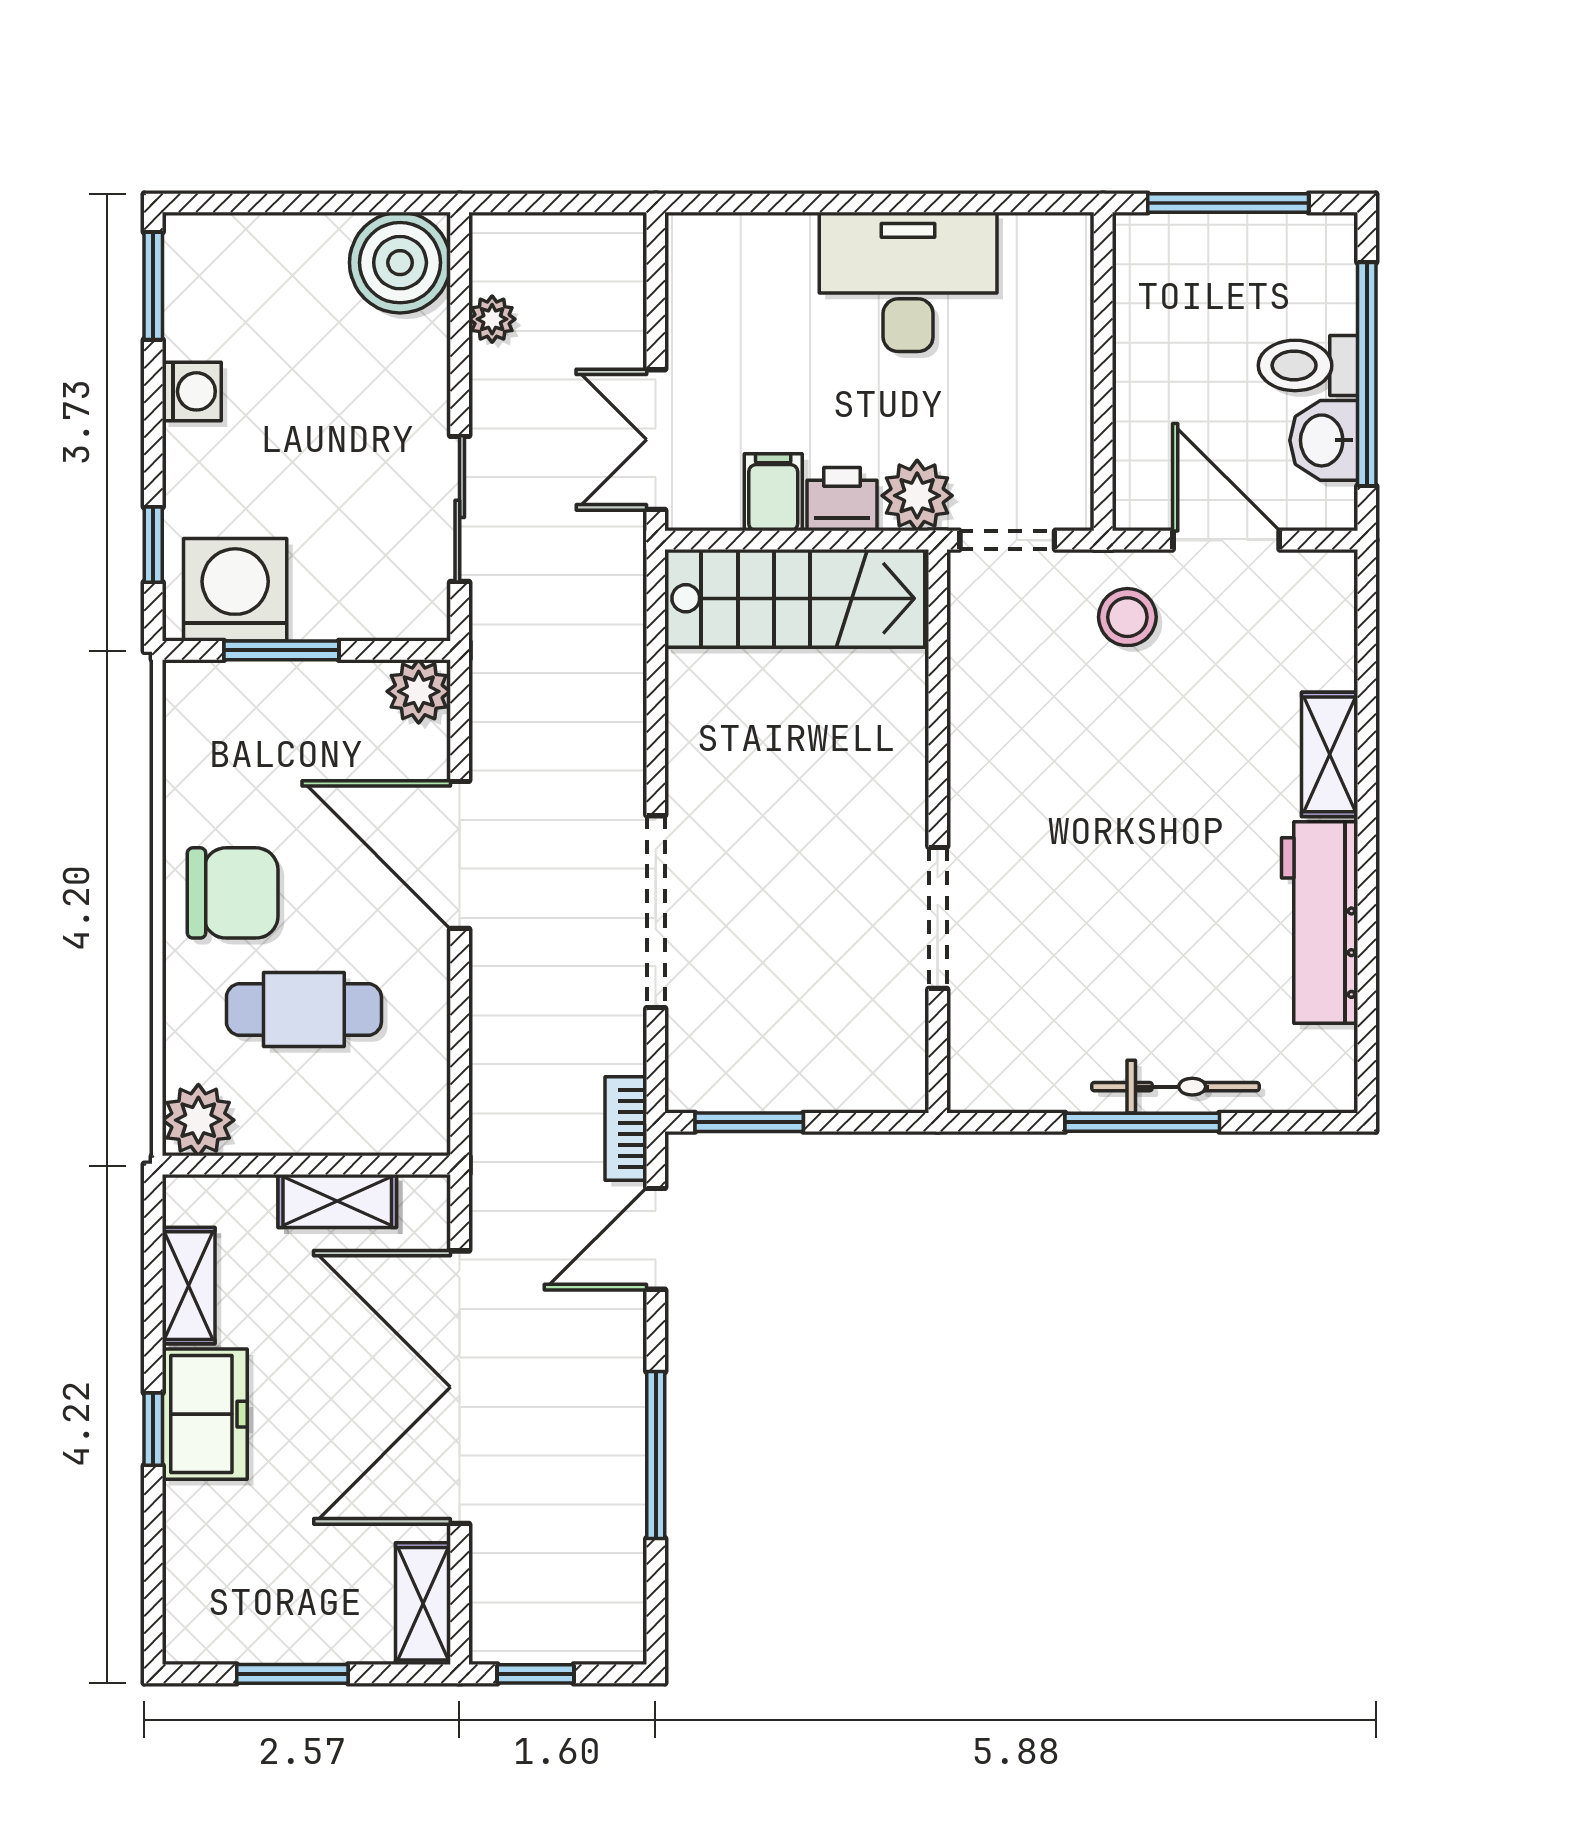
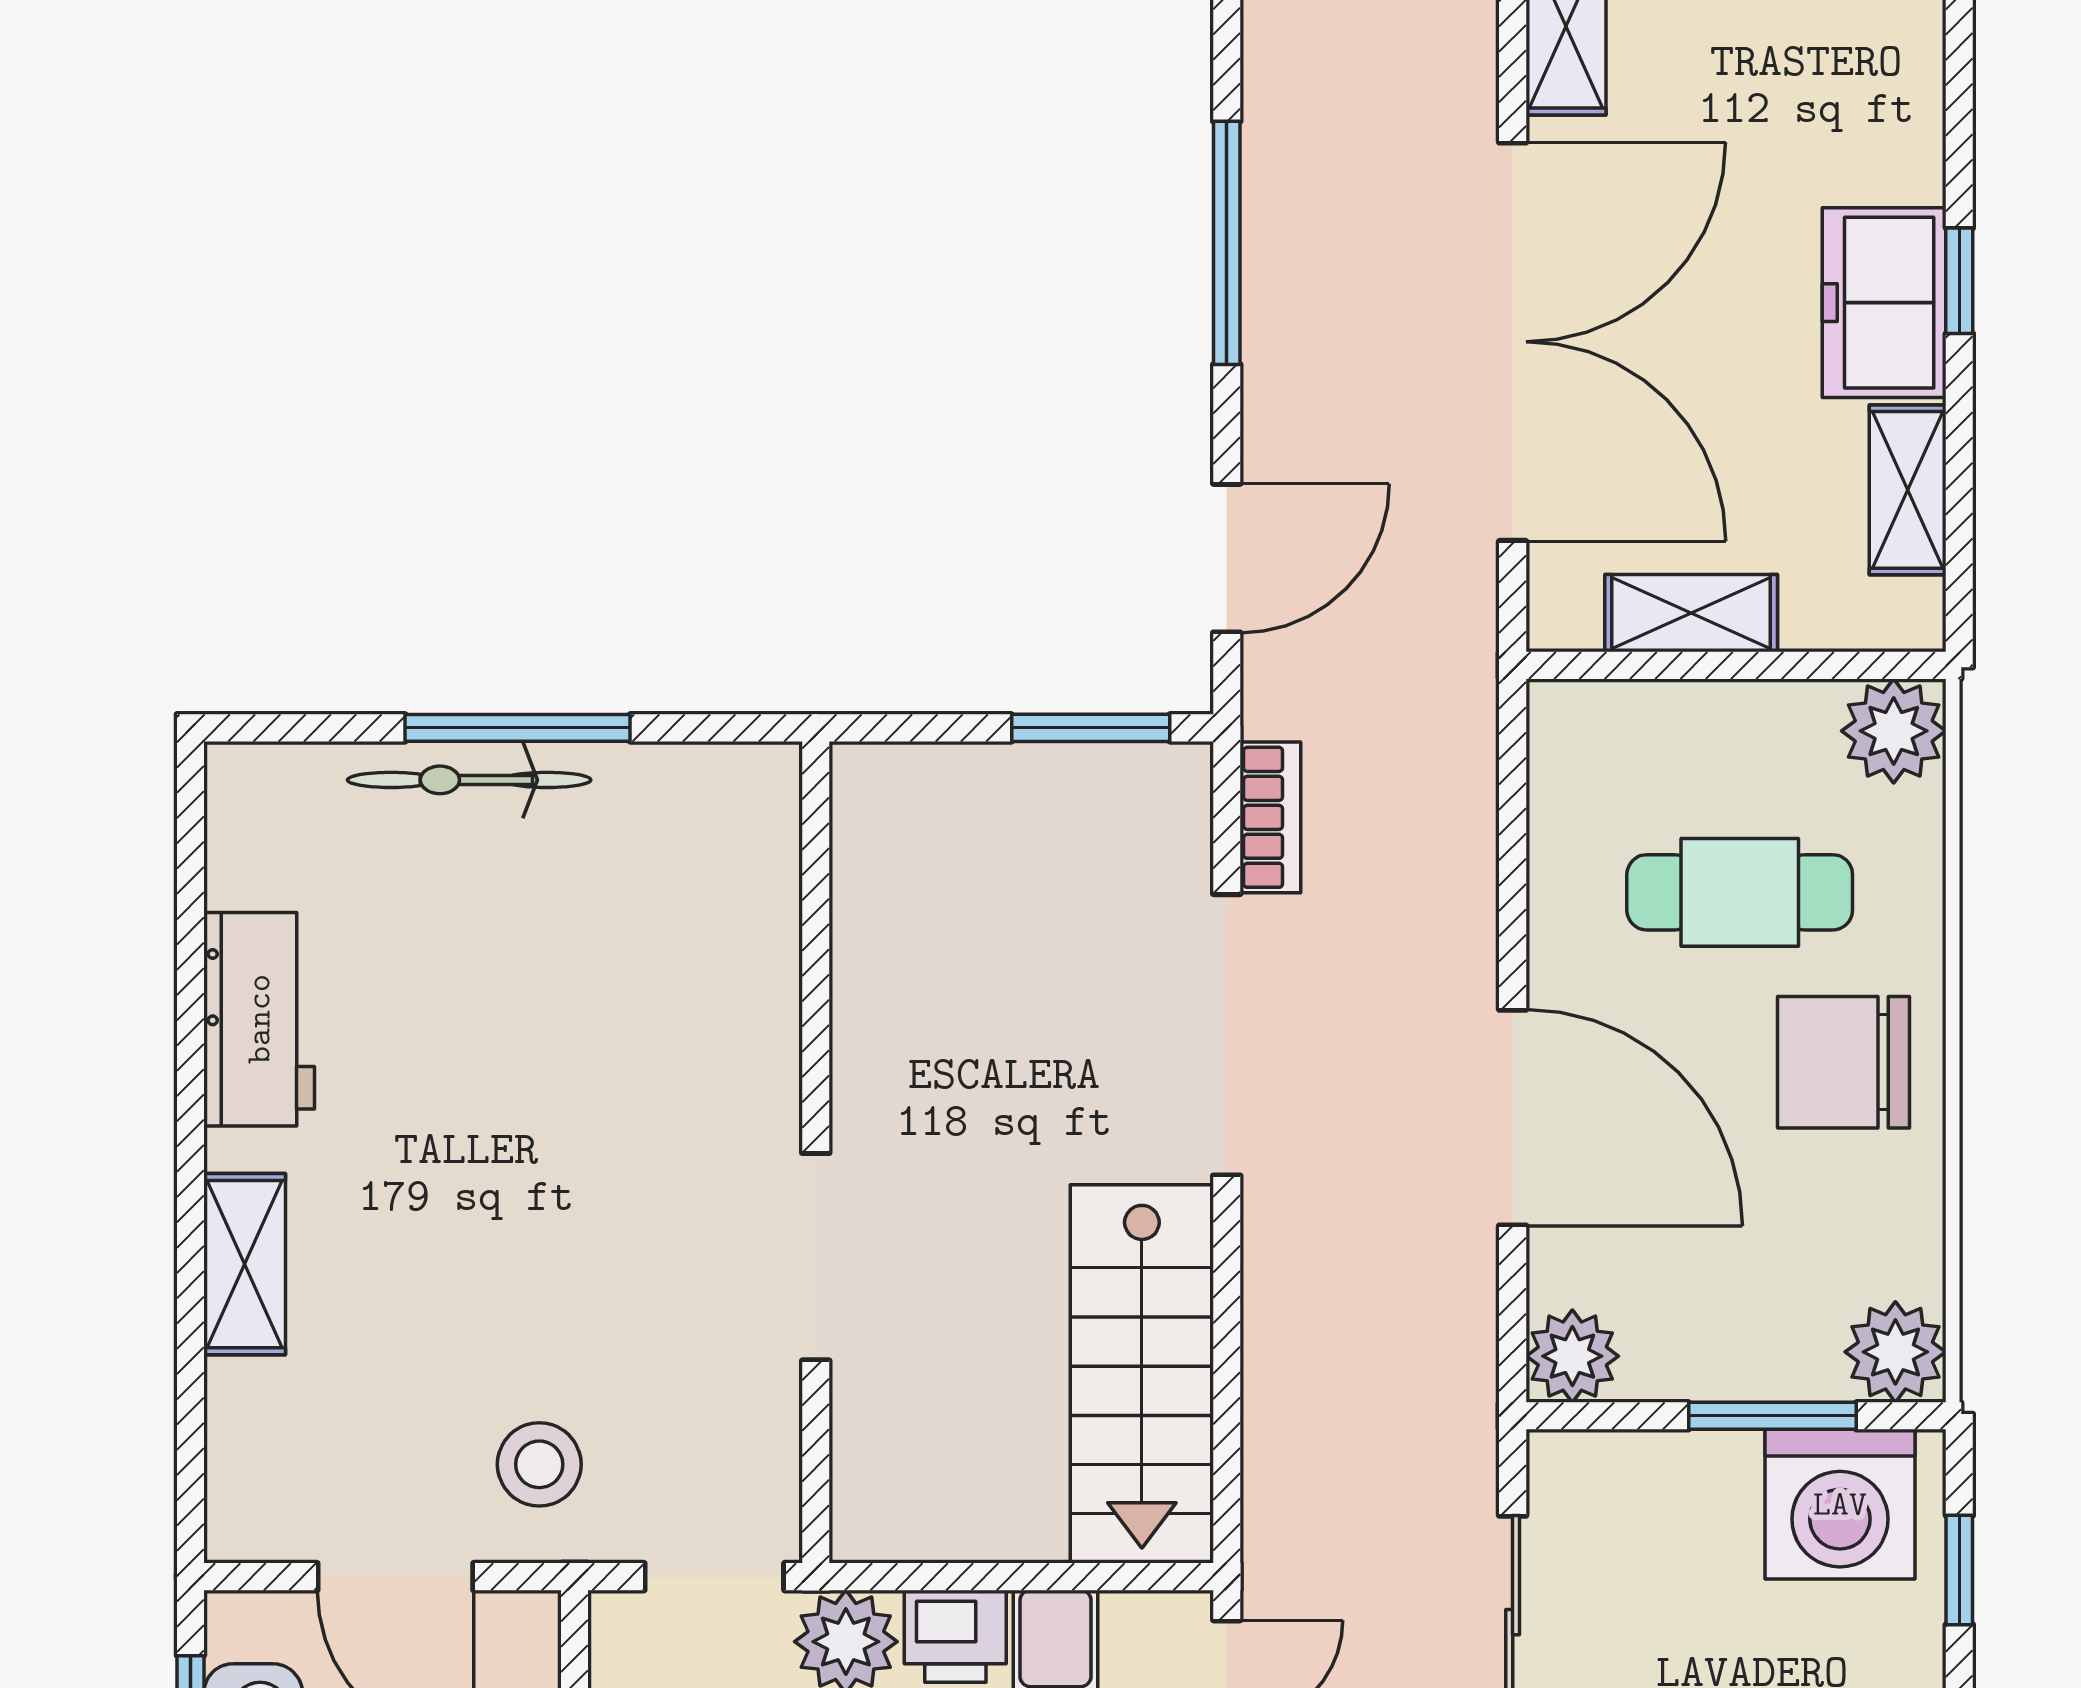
stairs: (795, 598) -> (1142, 1374), moved, turned -90
plant: (197, 694) -> (1895, 1352), added
doorway: (938, 918) -> (816, 1257), moved
workbench: (1320, 922) -> (259, 1019), width x0.73
bookcase: (626, 1129) -> (1270, 817), moved

